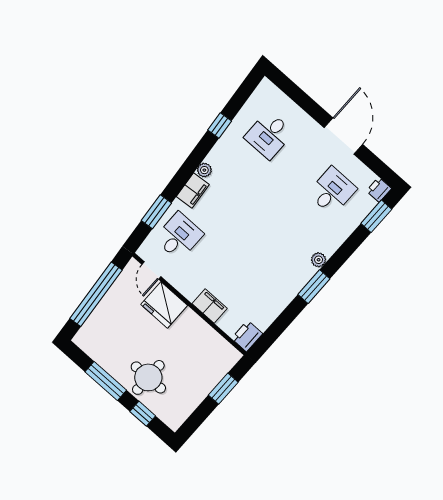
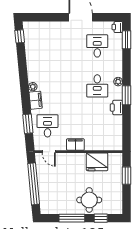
window: (220, 125) -> (20, 36), moved
desk: (269, 135) -> (97, 86), moved
fridge: (164, 305) -> (97, 162), moved
filing cabinet: (210, 306) -> (75, 145), moved
printer: (247, 336) -> (116, 108), moved

